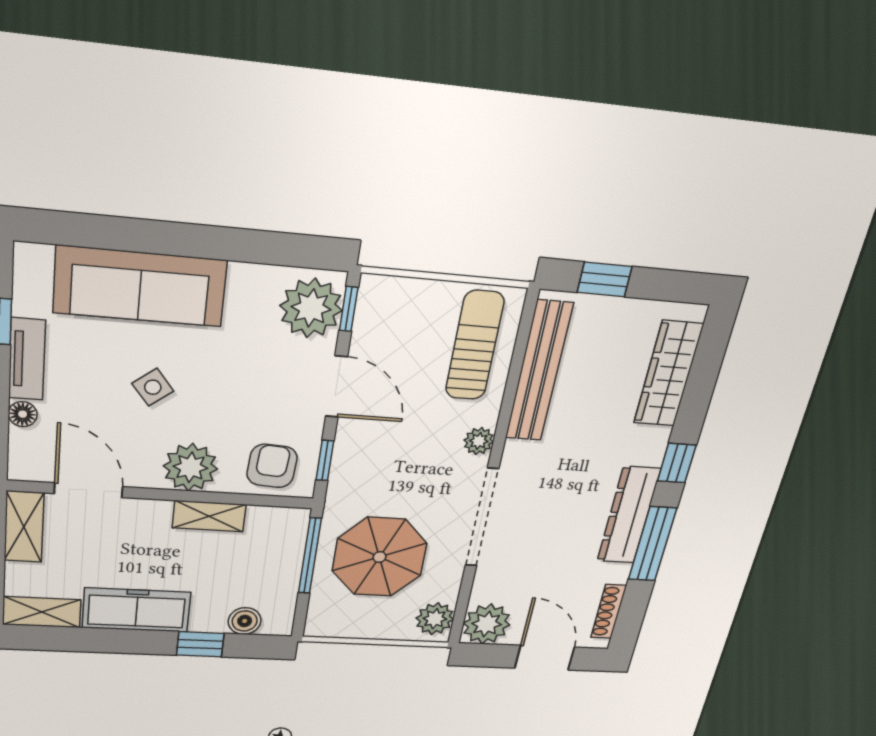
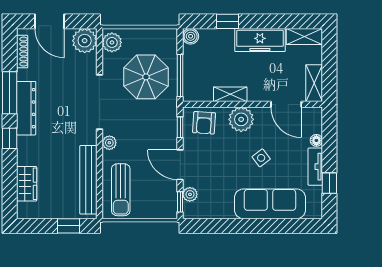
plant: (311, 308) -> (190, 194), width x0.53, depth x0.53
wardrobe: (668, 374) -> (27, 184), width x0.67
boiler: (245, 621) -> (191, 36), moved

